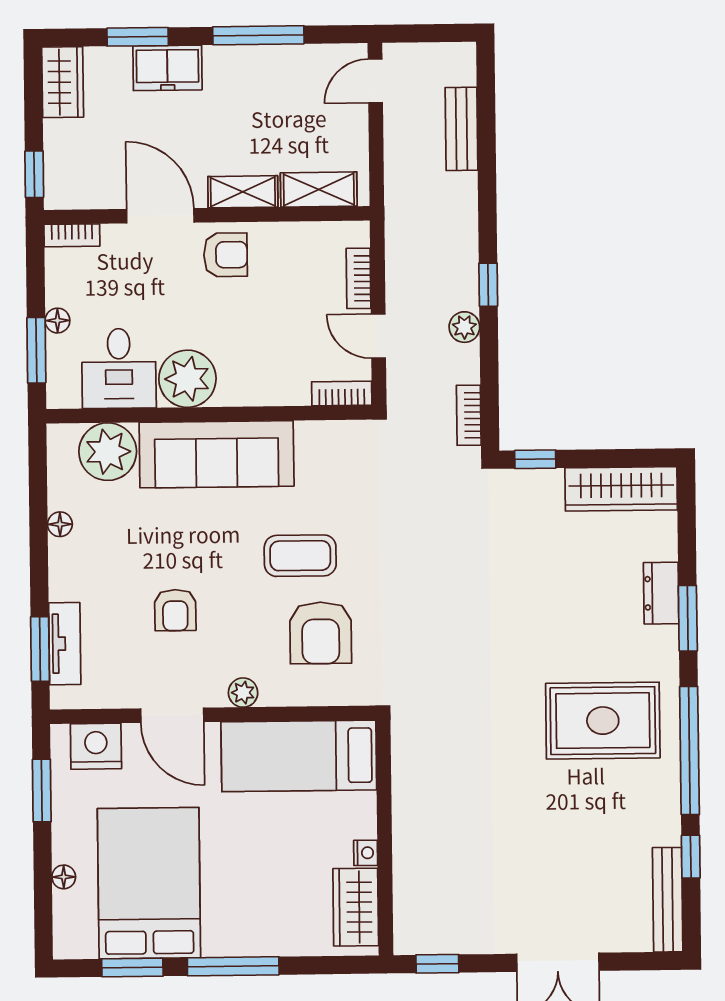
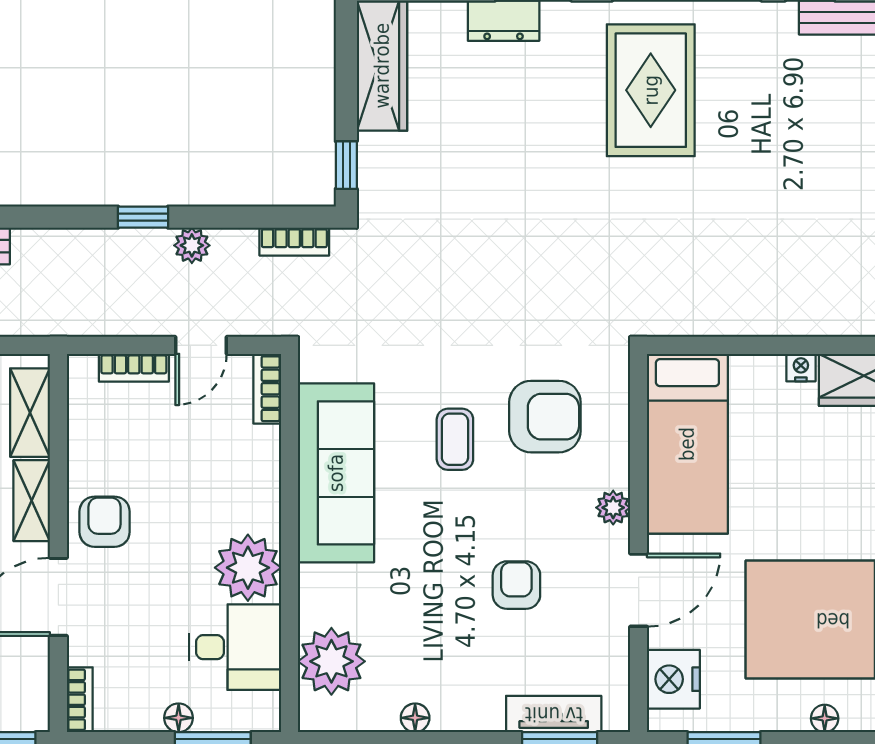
sofa: (217, 454) -> (336, 473), moved
coffee table: (300, 556) -> (455, 439), width x0.73, depth x0.77
armchair: (175, 610) -> (516, 585), turned -90

